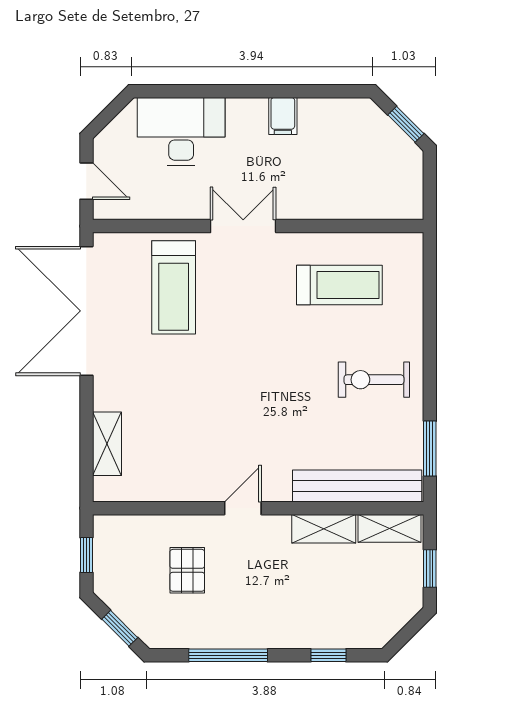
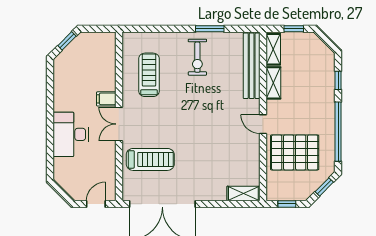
filing cabinet: (283, 116) -> (106, 99), moved, turned 180
desk: (181, 132) -> (71, 134), moved
shelving: (107, 444) -> (243, 193), moved
window: (430, 449) -> (210, 29), moved
pallet: (187, 570) -> (295, 152), width x2.05, depth x2.00
window: (228, 655) -> (338, 132), width x1.46

